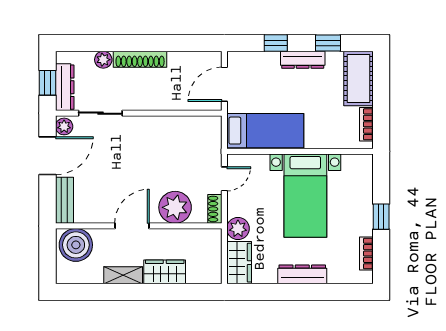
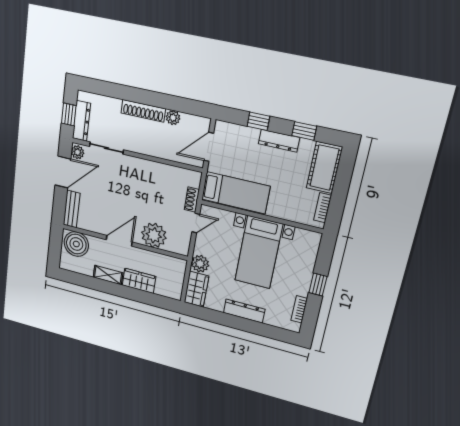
plant: (103, 60) -> (173, 118), moved
shoe rack: (215, 209) -> (192, 200), moved

